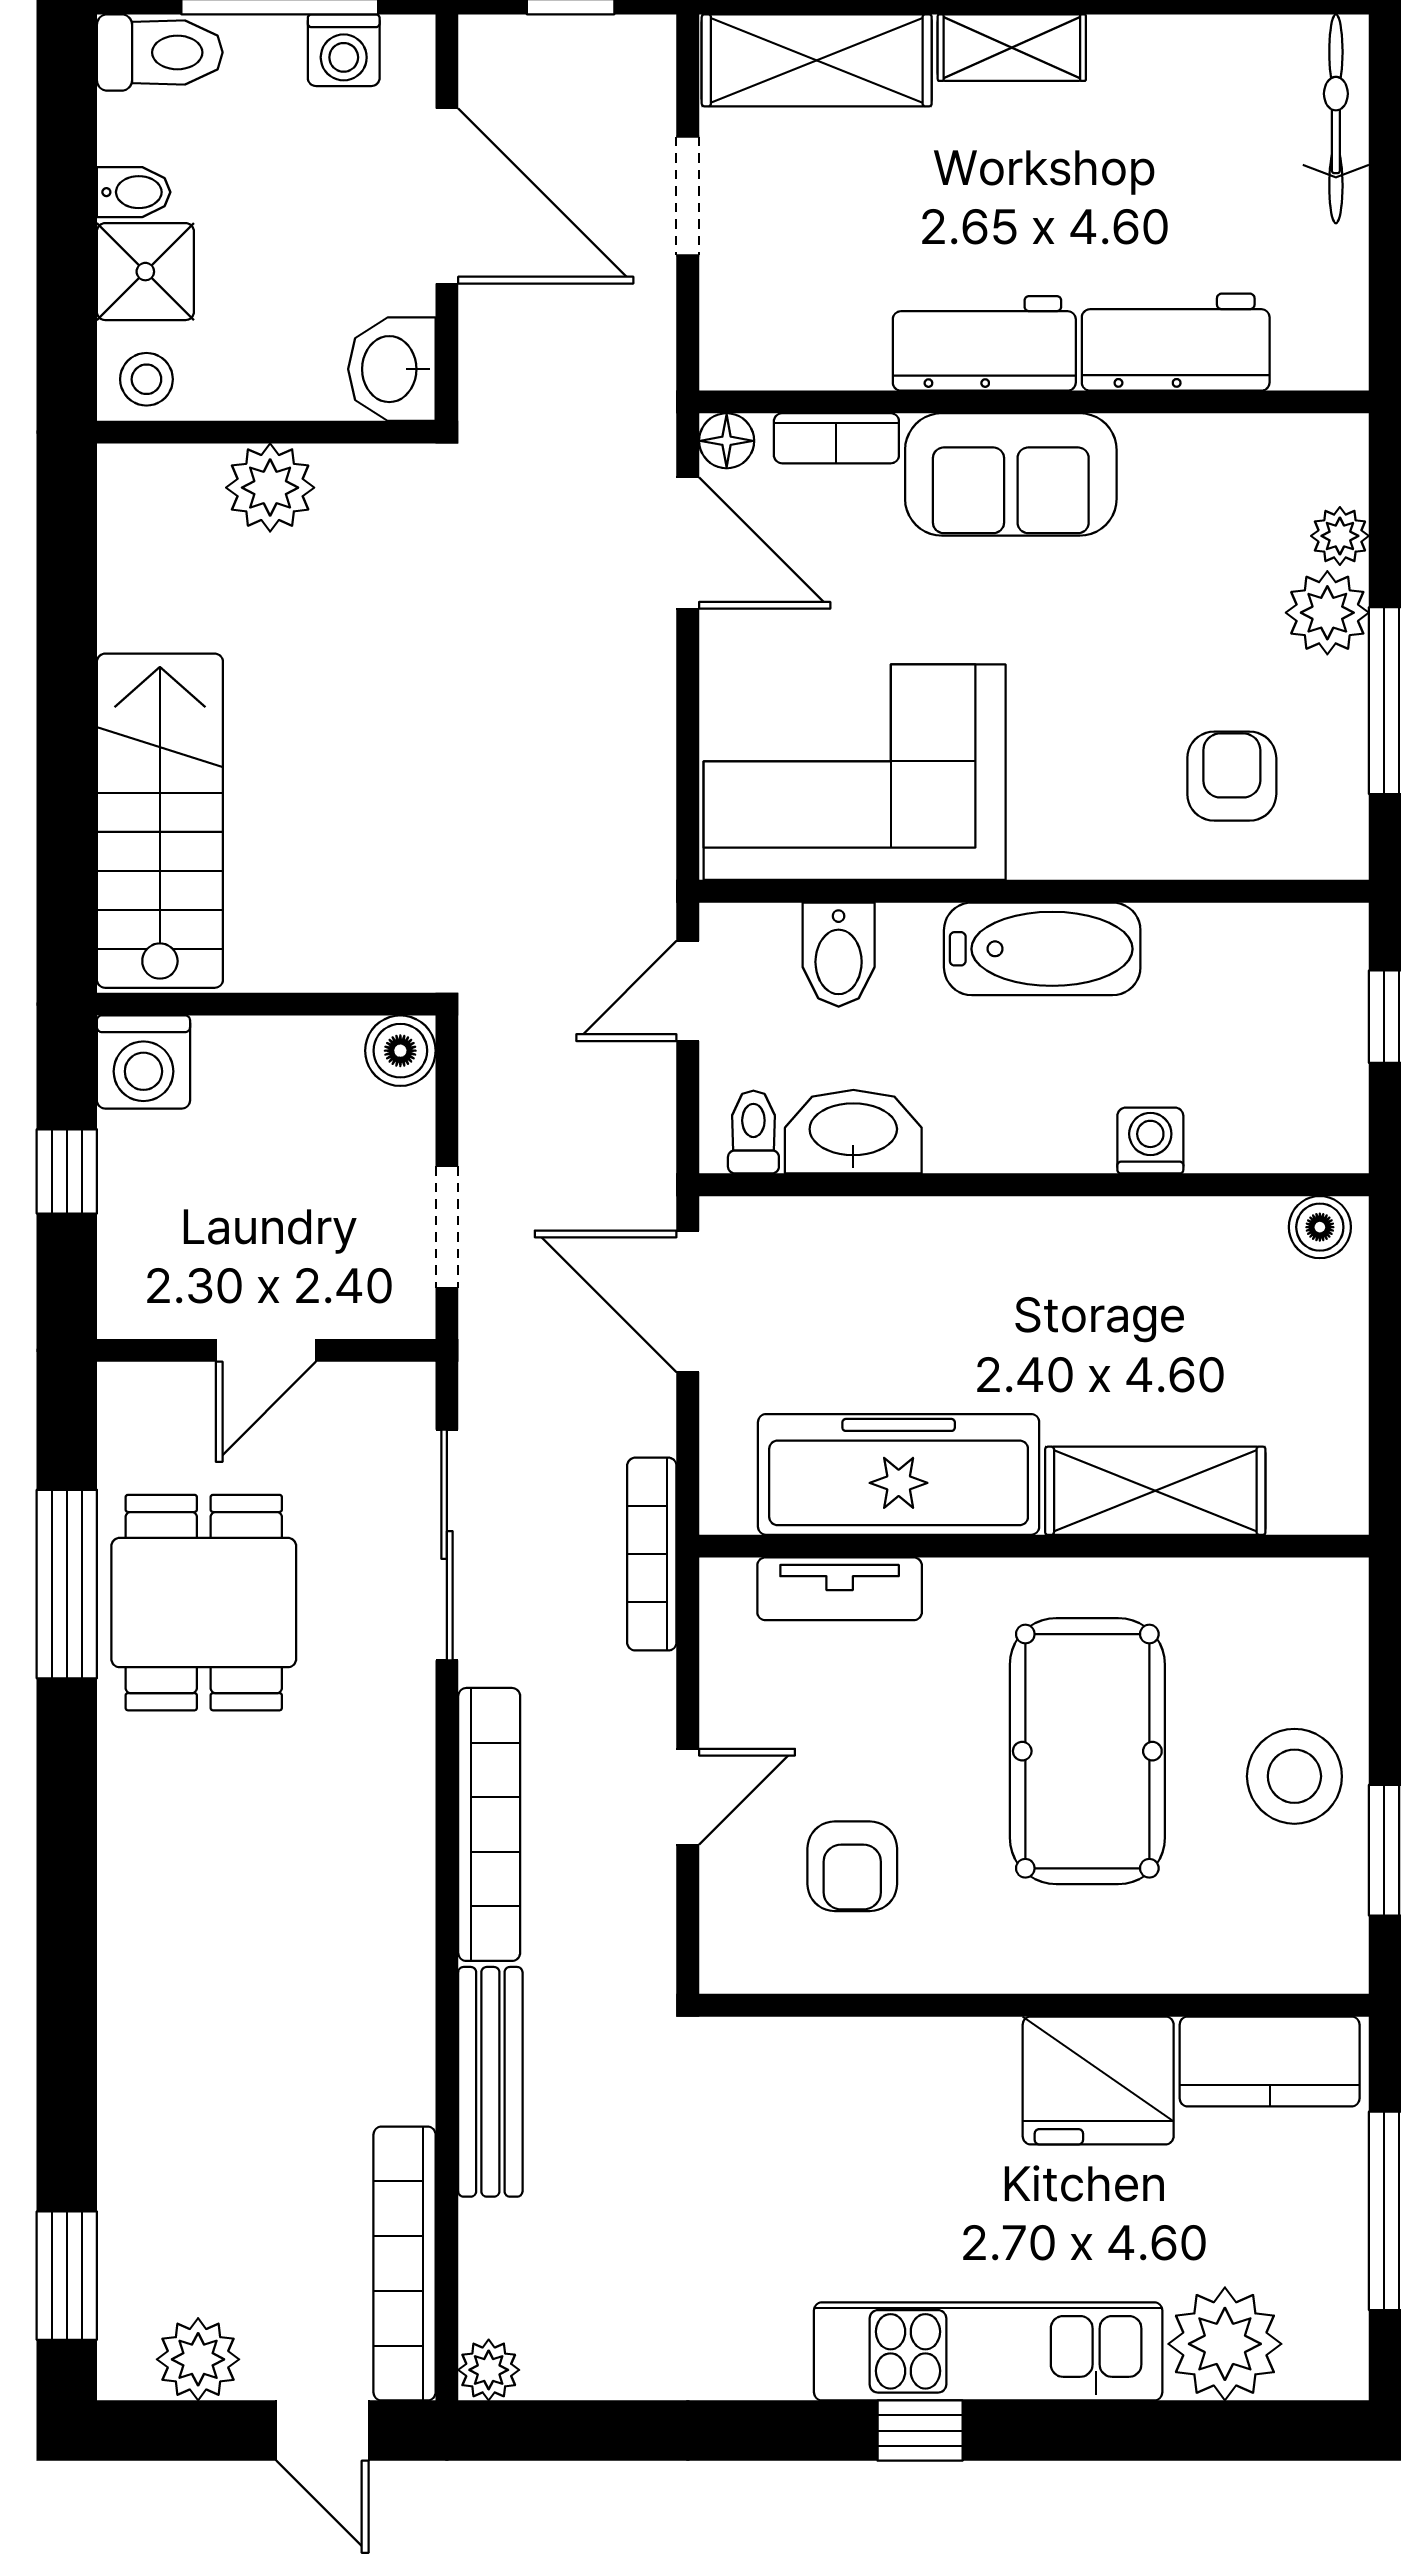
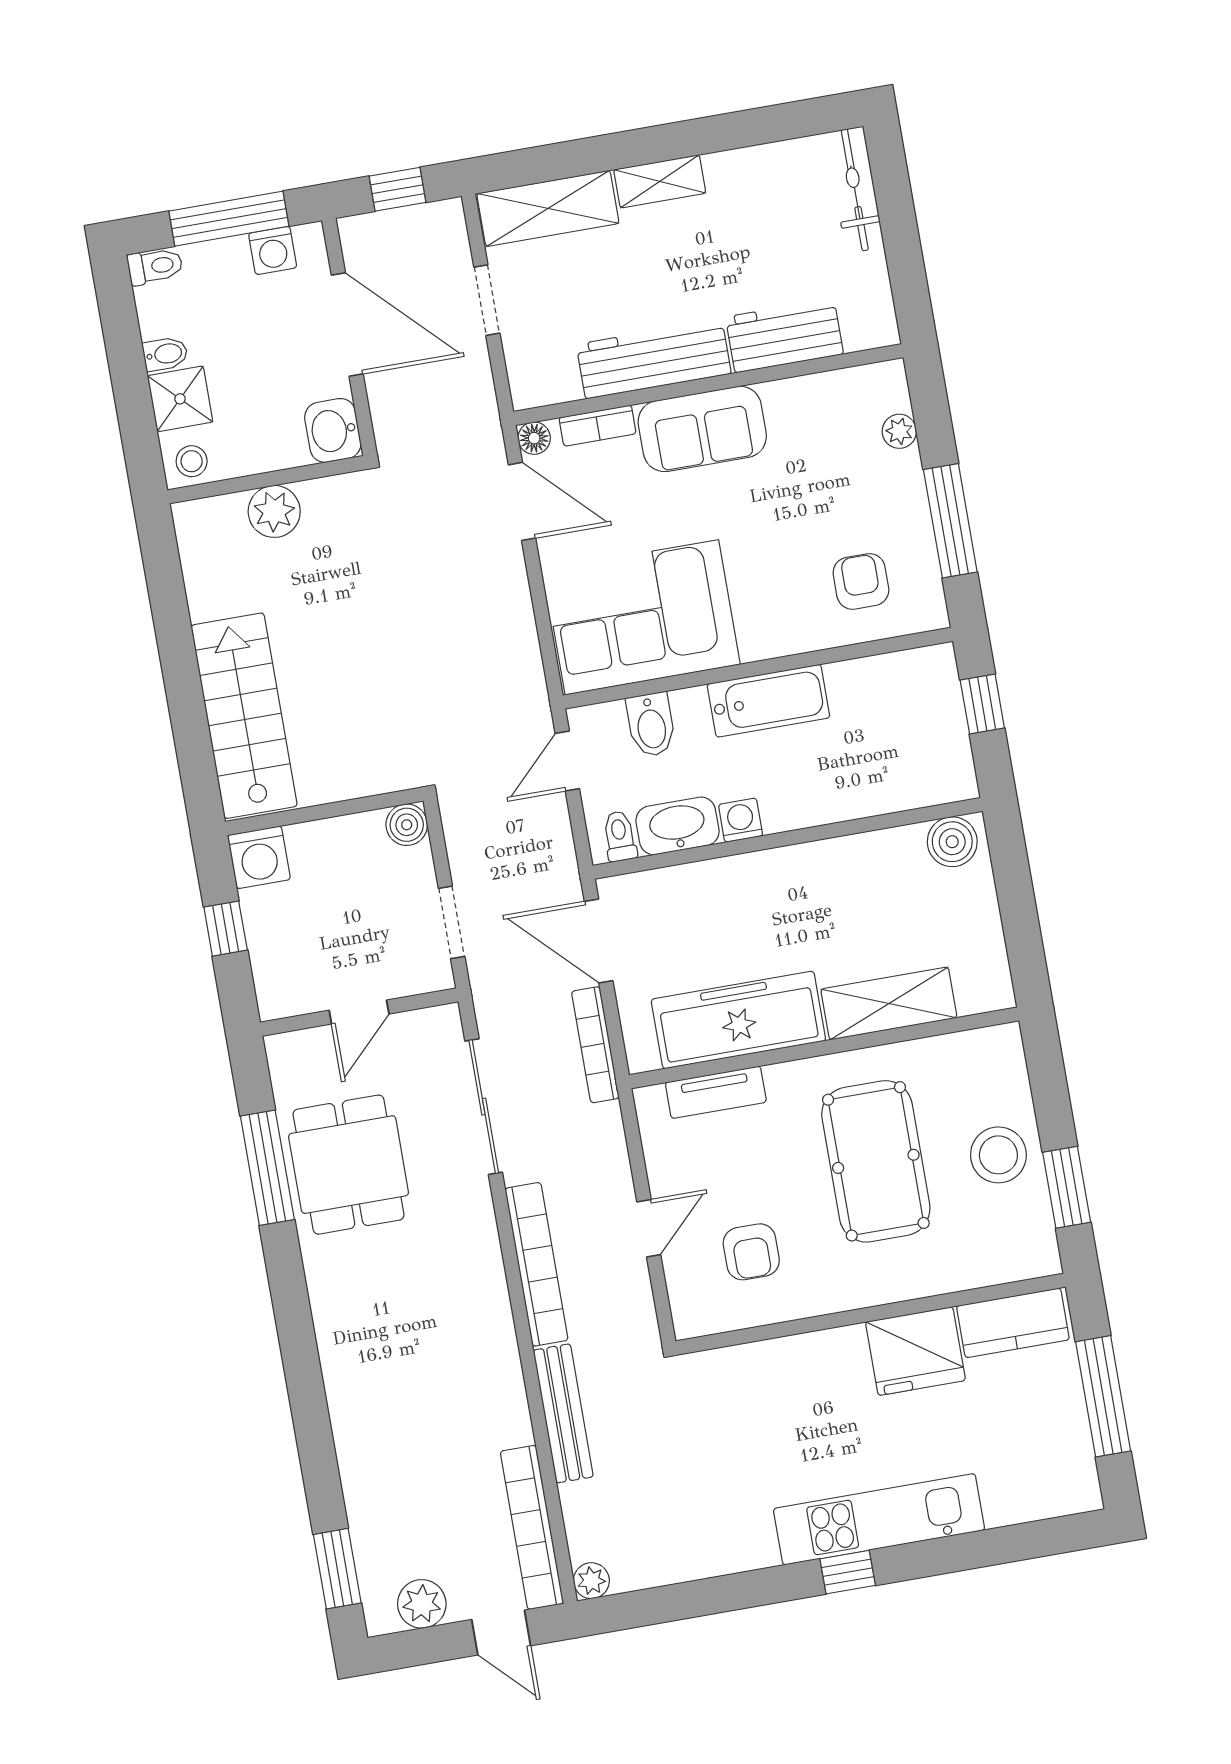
toilet: (160, 52) -> (155, 266), width x0.73, depth x0.72
workbench: (984, 343) -> (654, 359), width x1.38
plant: (1327, 613) -> (900, 477), removed
washing machine: (1150, 1141) -> (741, 820), moved
boiler: (1320, 1227) -> (952, 842), width x1.36, depth x1.36
bookcase: (652, 1554) -> (595, 1045), moved
plant: (1225, 2344) -> (1016, 1491), removed

